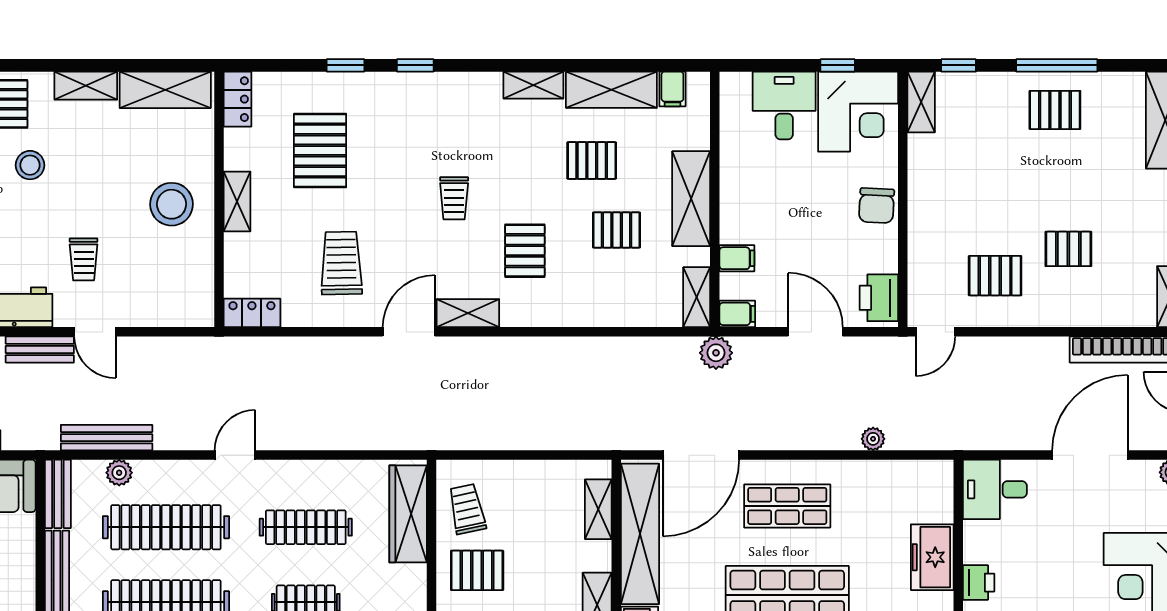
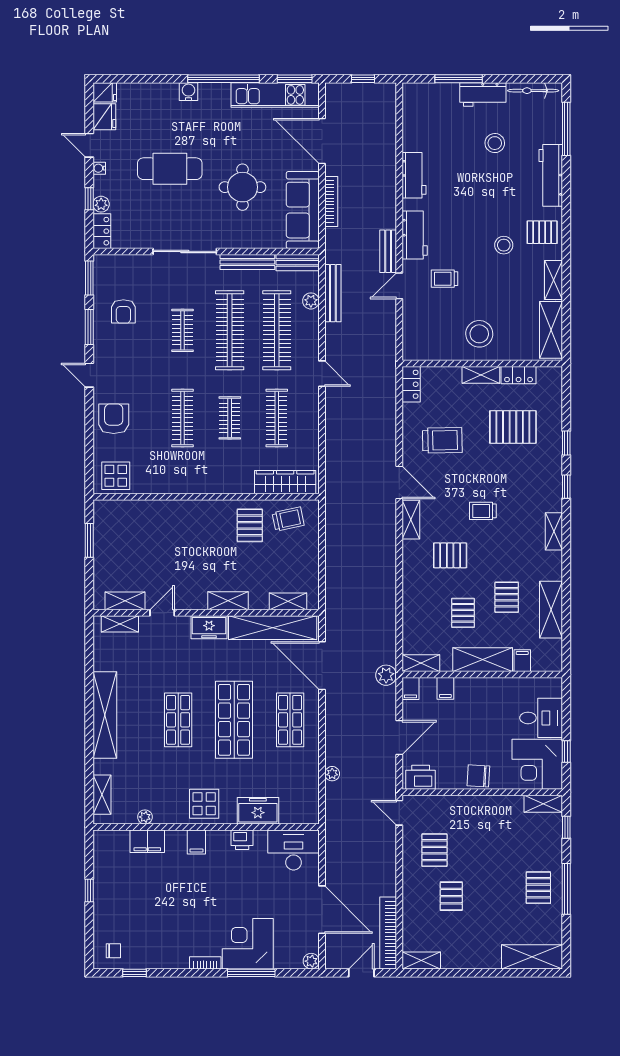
shelving: (533, 85) -> (554, 531), moved
filing cabinet: (672, 89) -> (522, 661), moved, turned 90
locker: (237, 99) -> (519, 375), moved
desk: (995, 489) -> (294, 850), width x1.37

